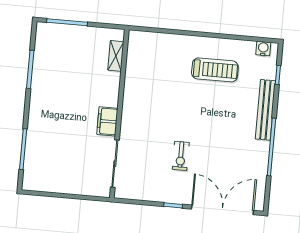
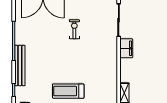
treadmill: (215, 70) -> (68, 91), moved

